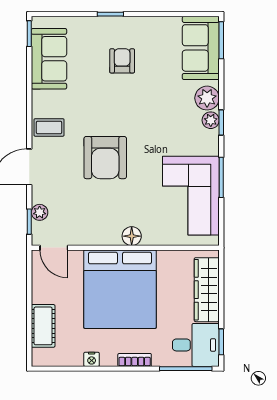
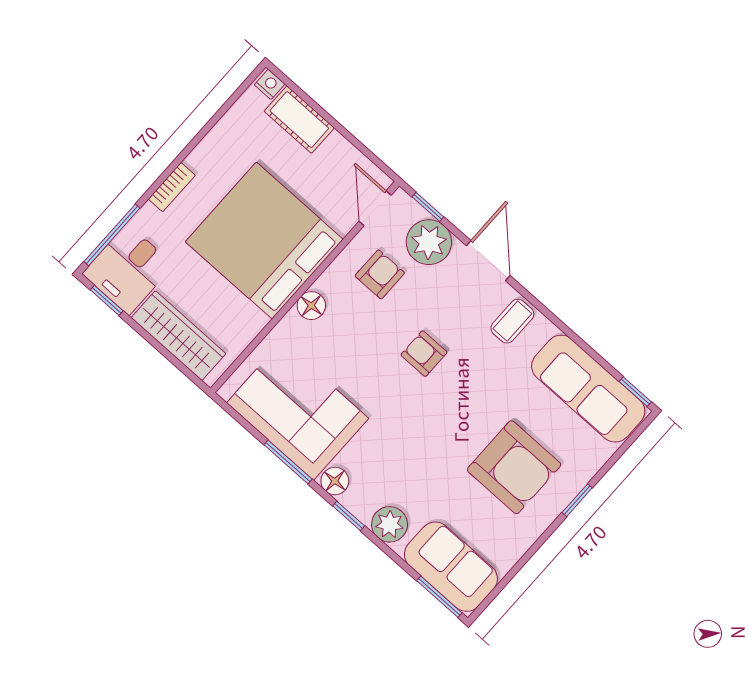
sofa: (49, 59) -> (588, 389), width x1.36
armchair: (122, 61) -> (514, 467), width x1.88, depth x1.88
plant: (211, 120) -> (361, 507), removed
floor lamp: (210, 145) -> (335, 481), added
armchair: (105, 158) -> (424, 354), width x0.53, depth x0.53
plant: (40, 212) -> (429, 242), width x1.87, depth x1.87
armchair: (85, 216) -> (380, 274), added
door: (54, 248) -> (375, 208), hinge flipped
nightstand: (92, 359) -> (270, 84), moved, turned 90

